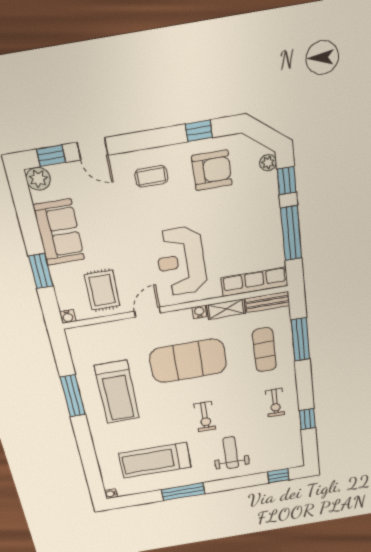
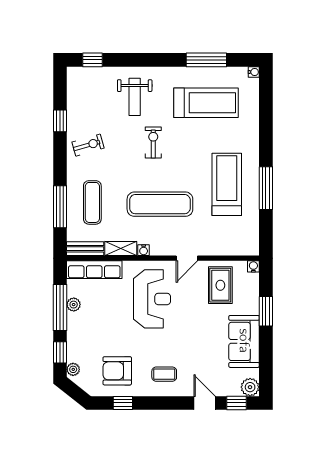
plant: (275, 239) -> (74, 305), added
exercise mat: (188, 361) -> (160, 204), width x0.68
exercise bike: (275, 403) -> (88, 145), turned 74
window: (183, 492) -> (206, 60), moved

